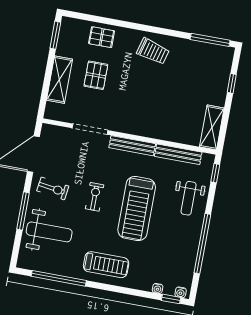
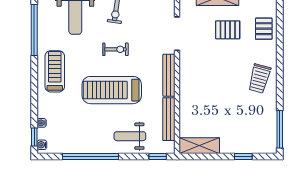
treadmill: (106, 265) -> (55, 71), turned 180

